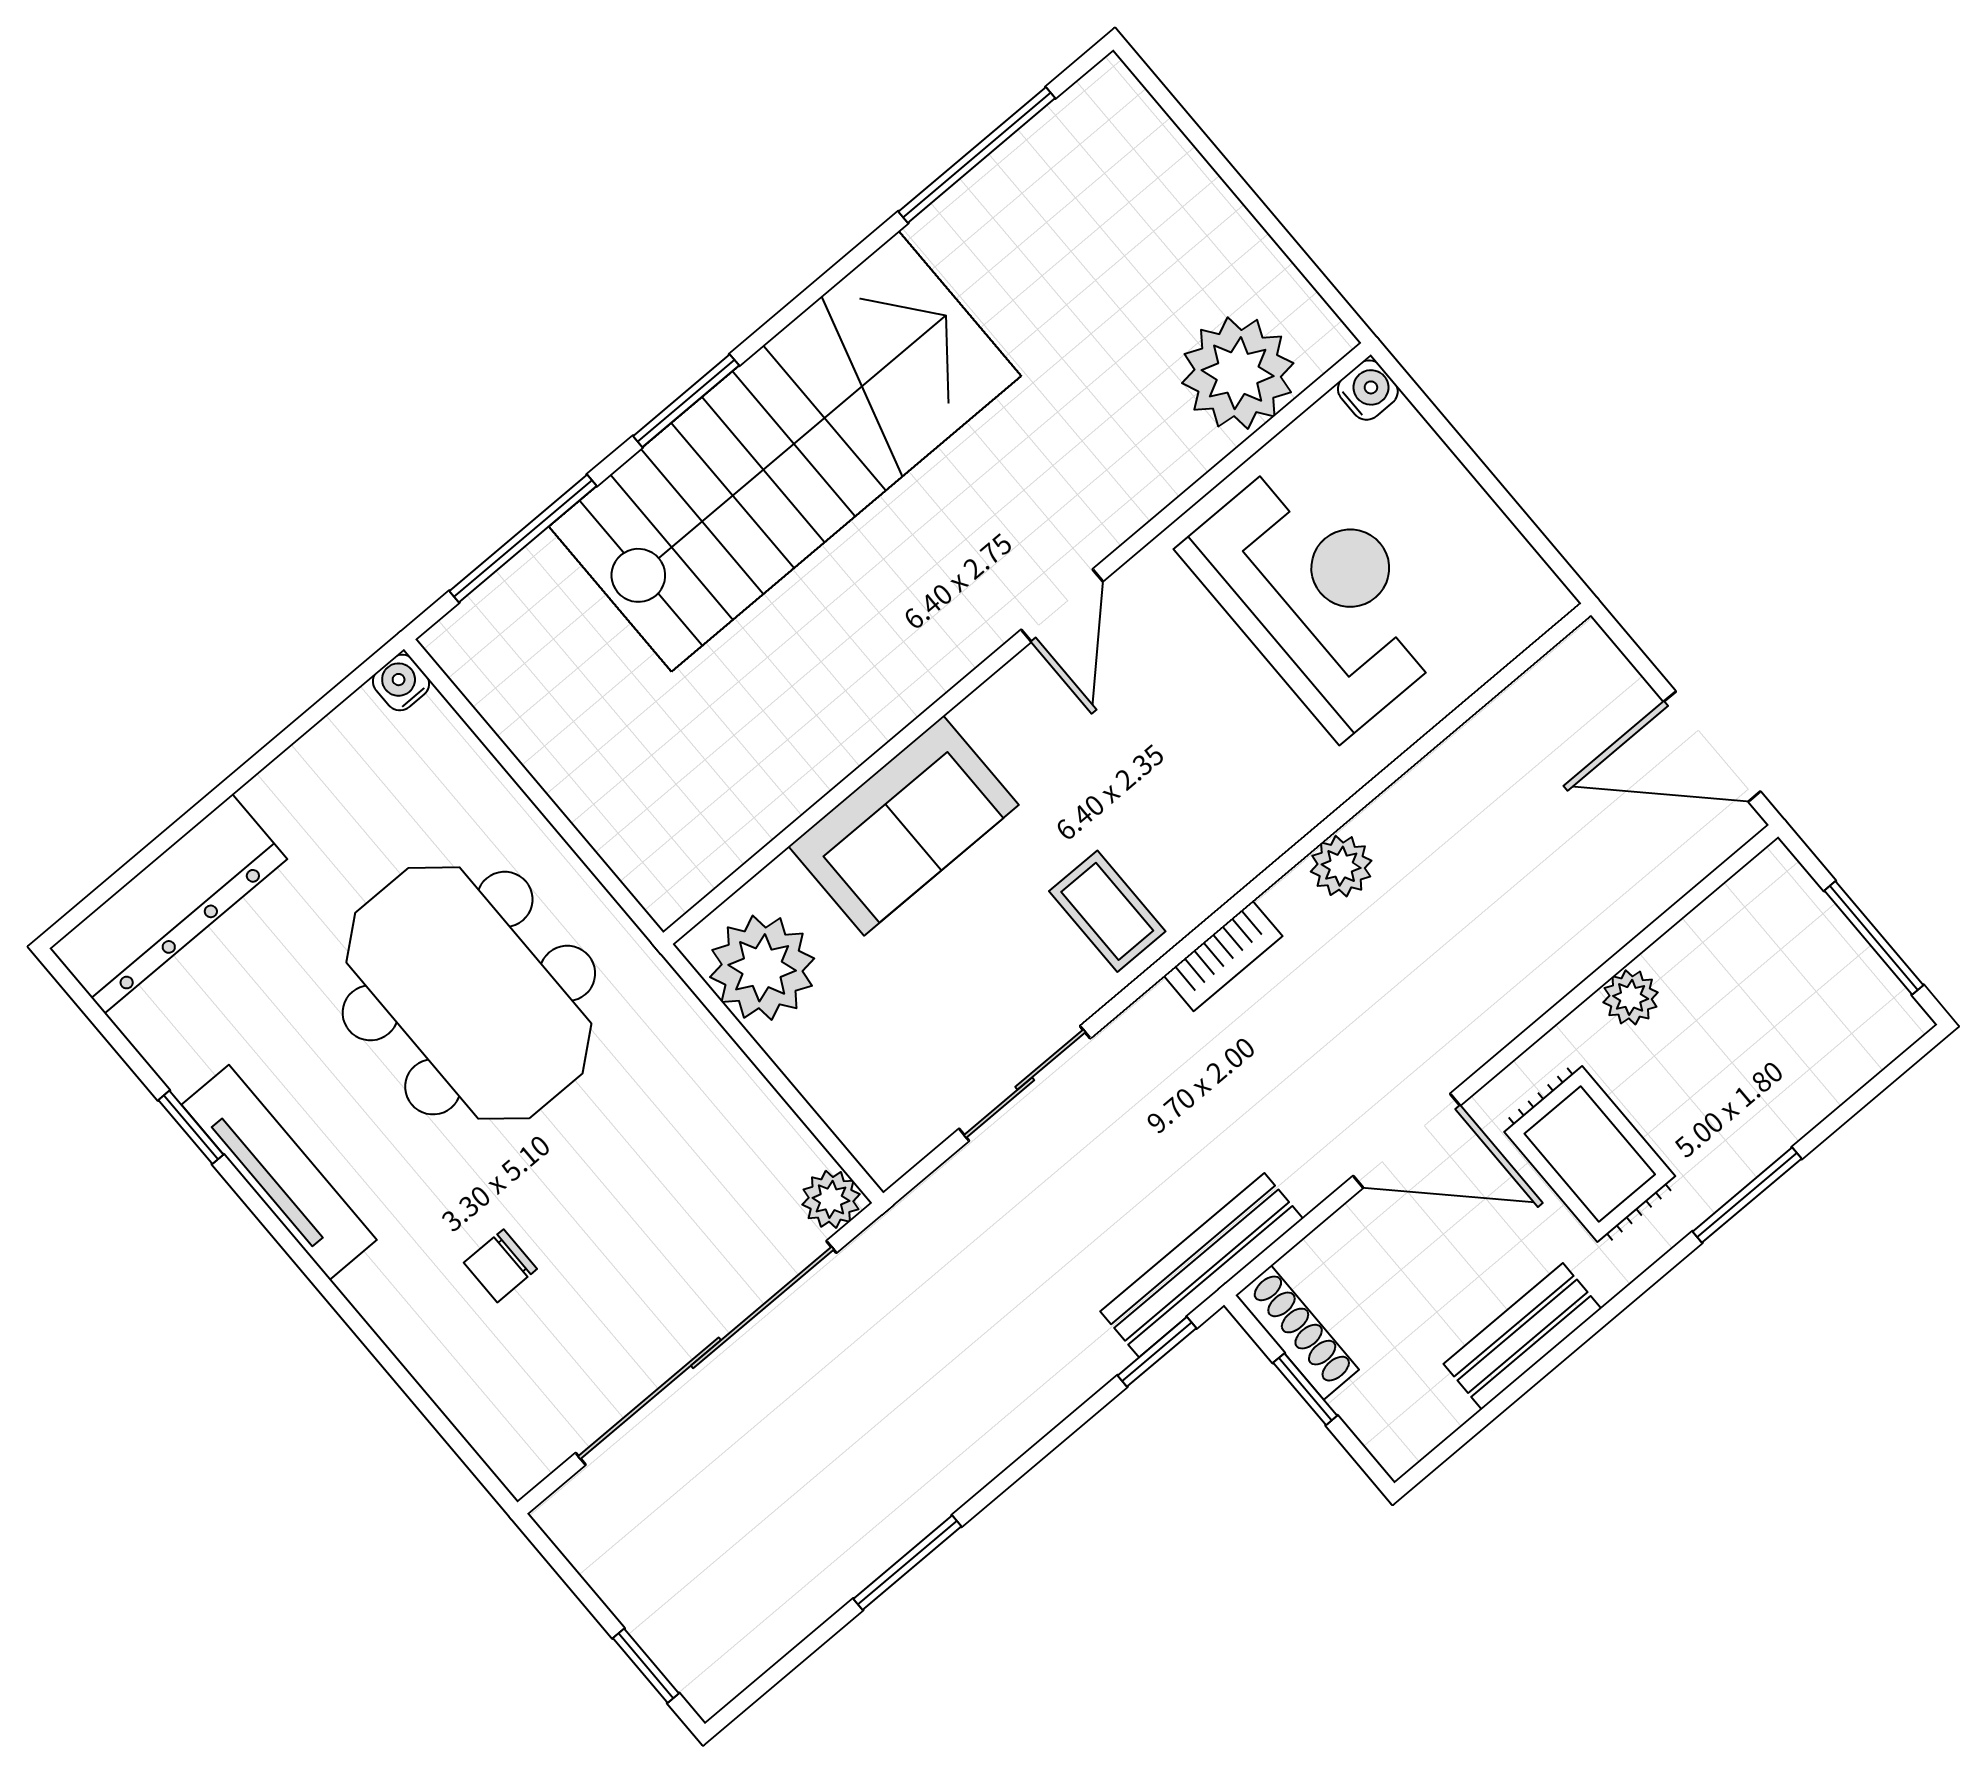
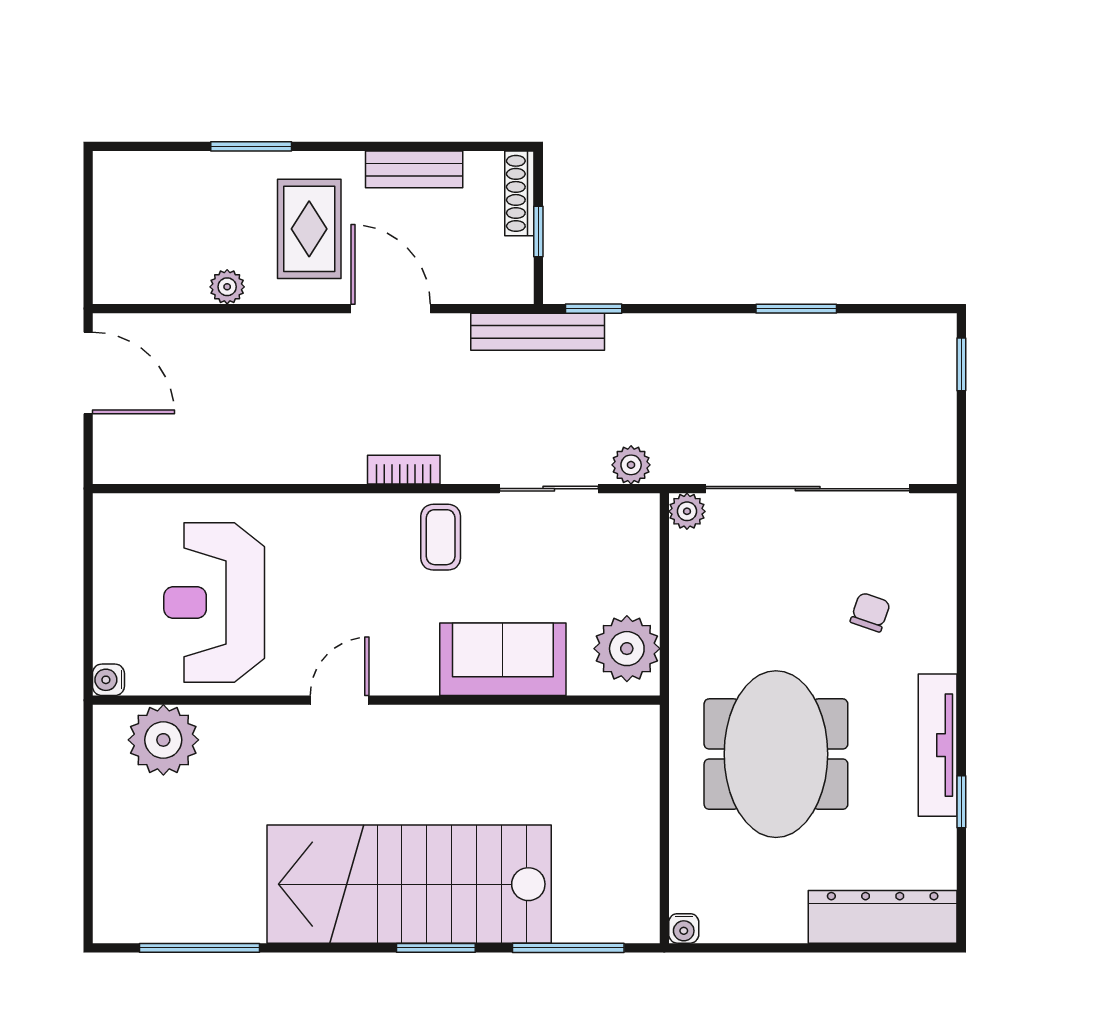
plant: (1341, 866) -> (631, 465), moved
window: (1874, 938) -> (88, 218), removed
chair: (500, 1266) -> (870, 612), turned -71
shoe rack: (1297, 1332) -> (519, 193), moved

